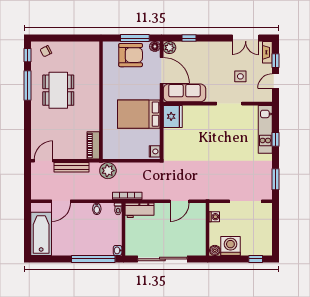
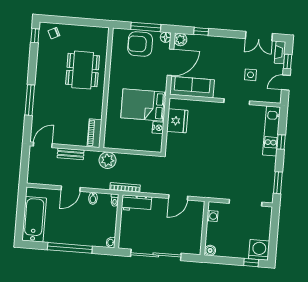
armchair: (131, 55) -> (140, 44), turned 180
door: (162, 70) -> (171, 62), hinge flipped
window: (28, 86) -> (30, 100), moved
dining table: (58, 90) -> (83, 70), moved
fridge: (173, 116) -> (177, 121), moved
nightstand: (155, 151) -> (158, 128), moved
bench: (72, 167) -> (71, 154), width x0.73
door: (61, 201) -> (71, 189), moved
washing machine: (230, 246) -> (259, 250), moved
window: (93, 259) -> (70, 248), moved

